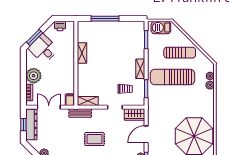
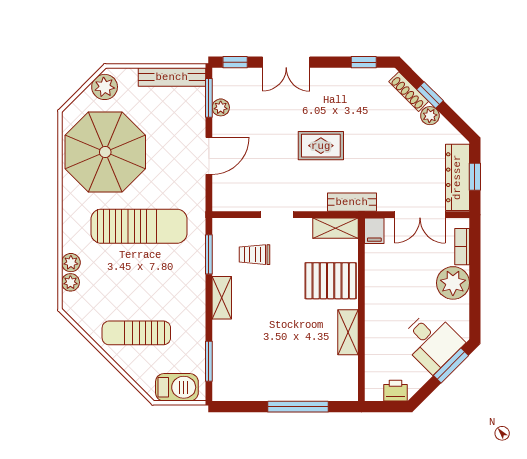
pallet: (90, 77) -> (331, 281), added
sun lounger: (172, 77) -> (139, 226), moved
wardrobe: (135, 115) -> (234, 199), removed

